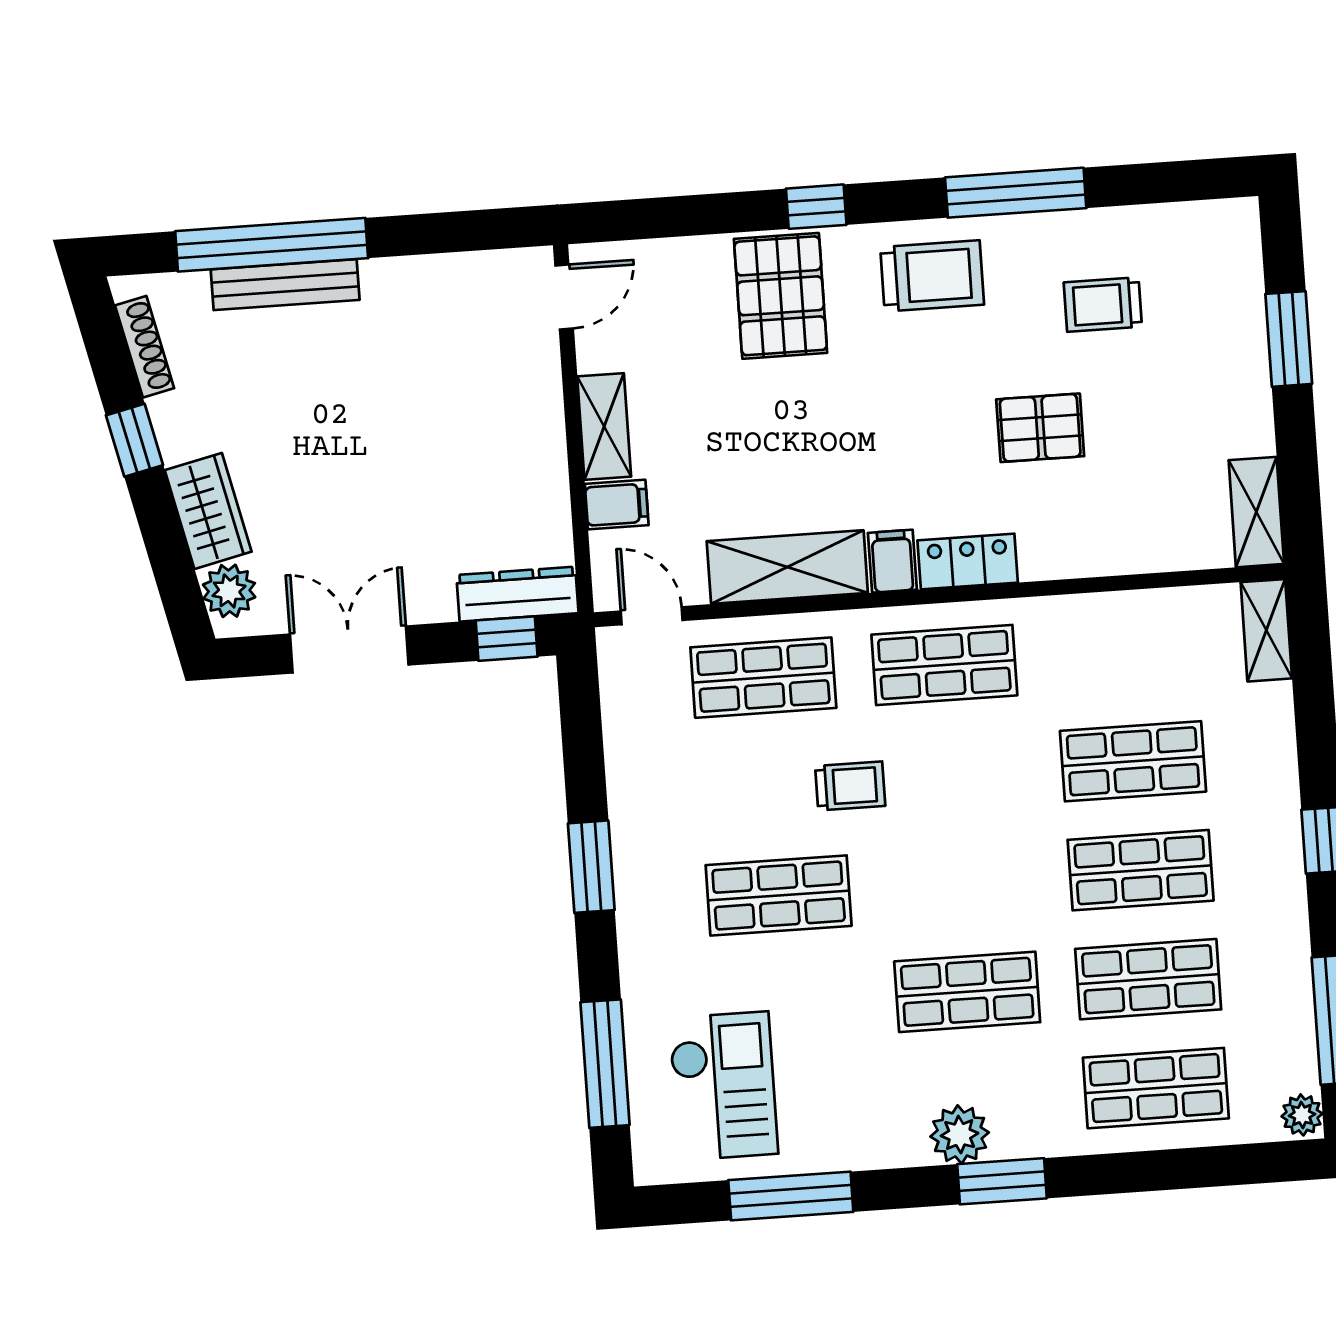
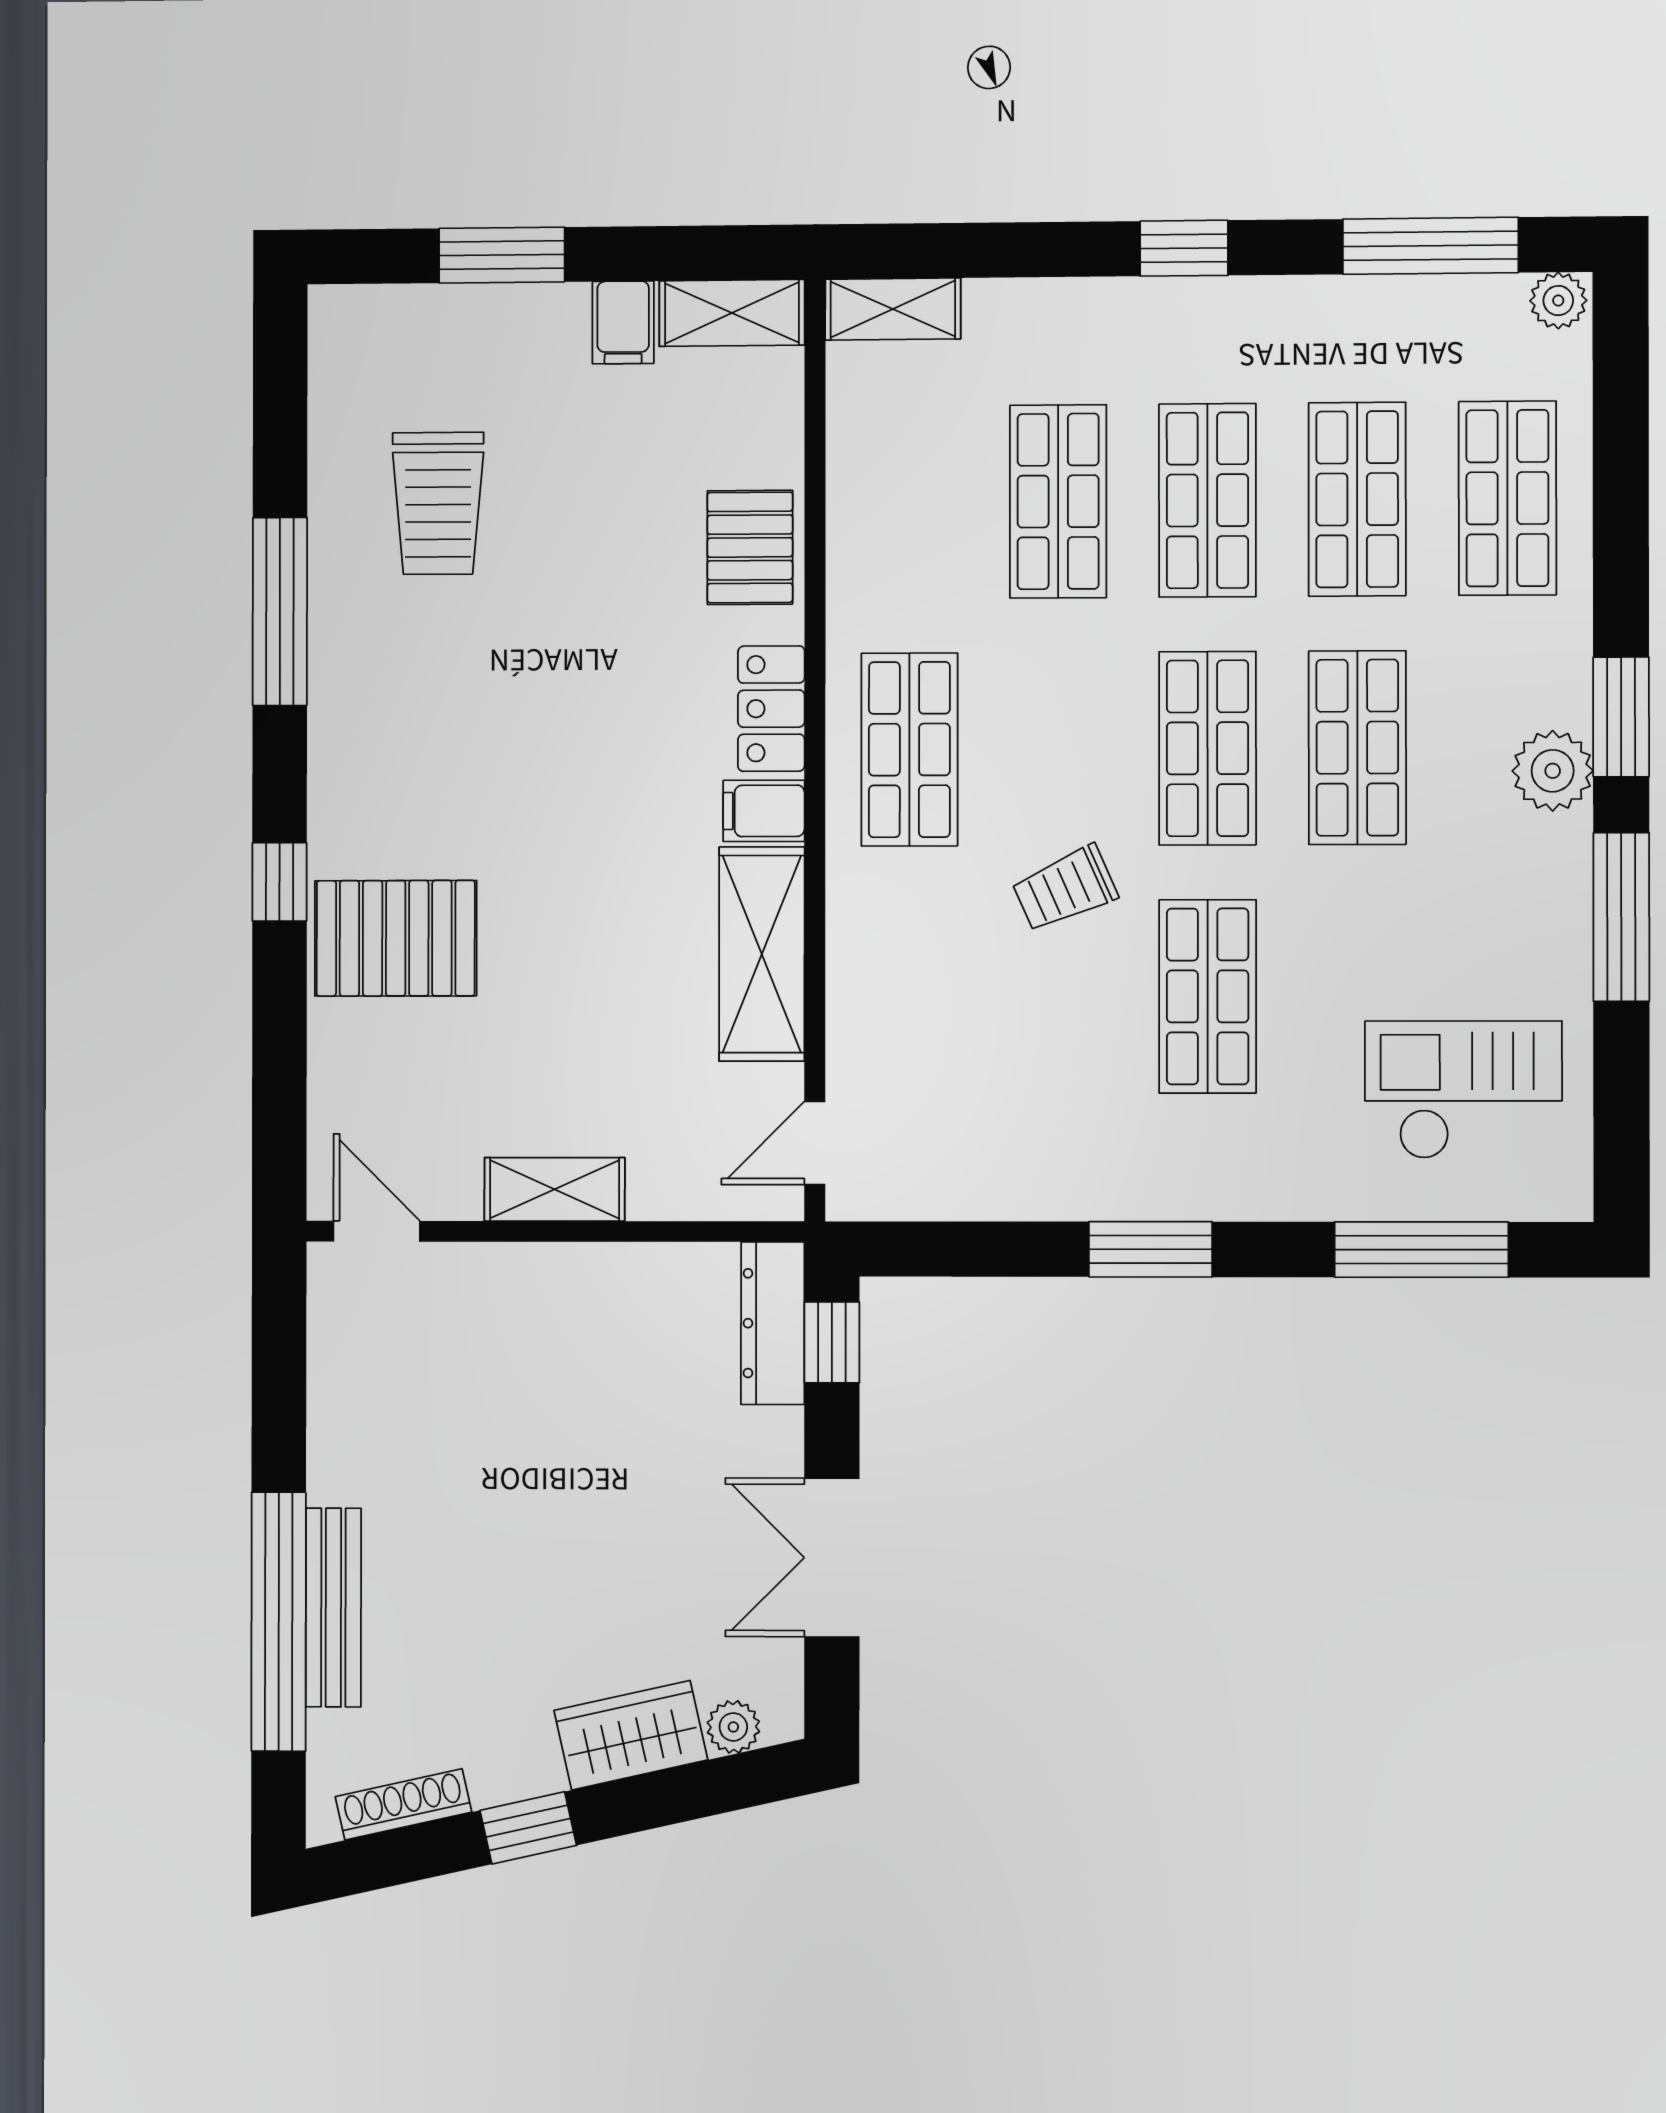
trolley: (932, 276) -> (383, 732), removed
trolley: (1103, 305) -> (438, 503), width x1.36, depth x1.39
pallet: (1040, 428) -> (750, 547), moved
filing cabinet: (617, 505) -> (623, 322), moved, turned 180
plant: (229, 591) -> (733, 1727), width x0.73, depth x0.73
shop shelf: (763, 678) -> (1208, 748), moved
trolley: (850, 786) -> (1065, 889), turned -114
window: (791, 1196) -> (1621, 917), moved

